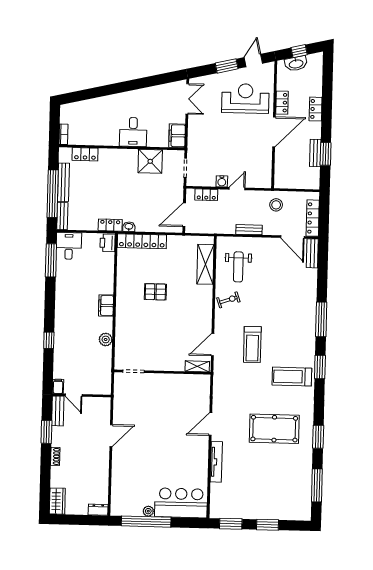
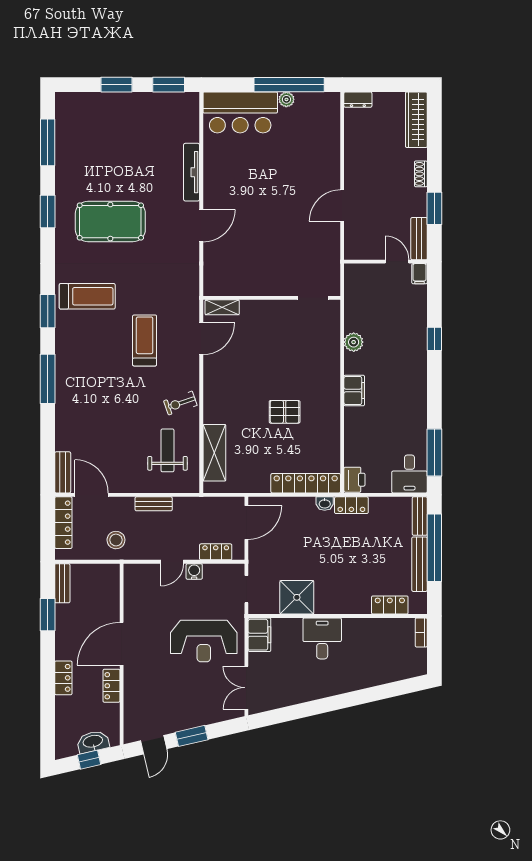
reception desk: (245, 98) -> (204, 641), moved
bench: (315, 153) -> (62, 583), moved
wardrobe: (57, 501) -> (416, 120), width x1.50

